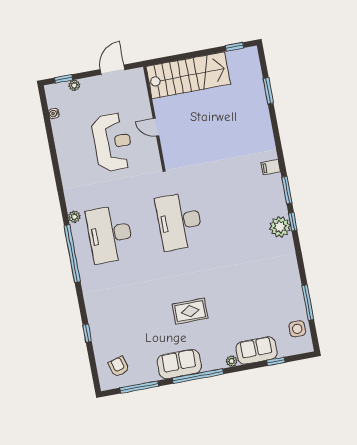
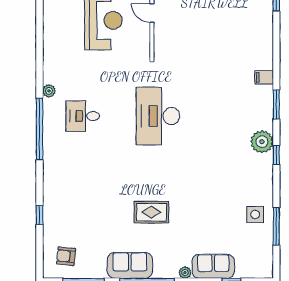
window: (293, 222) -> (276, 155), moved
desk: (110, 234) -> (83, 116), width x0.53, depth x0.77
side table: (297, 329) -> (255, 214), moved
armchair: (119, 367) -> (66, 256), turned -68

